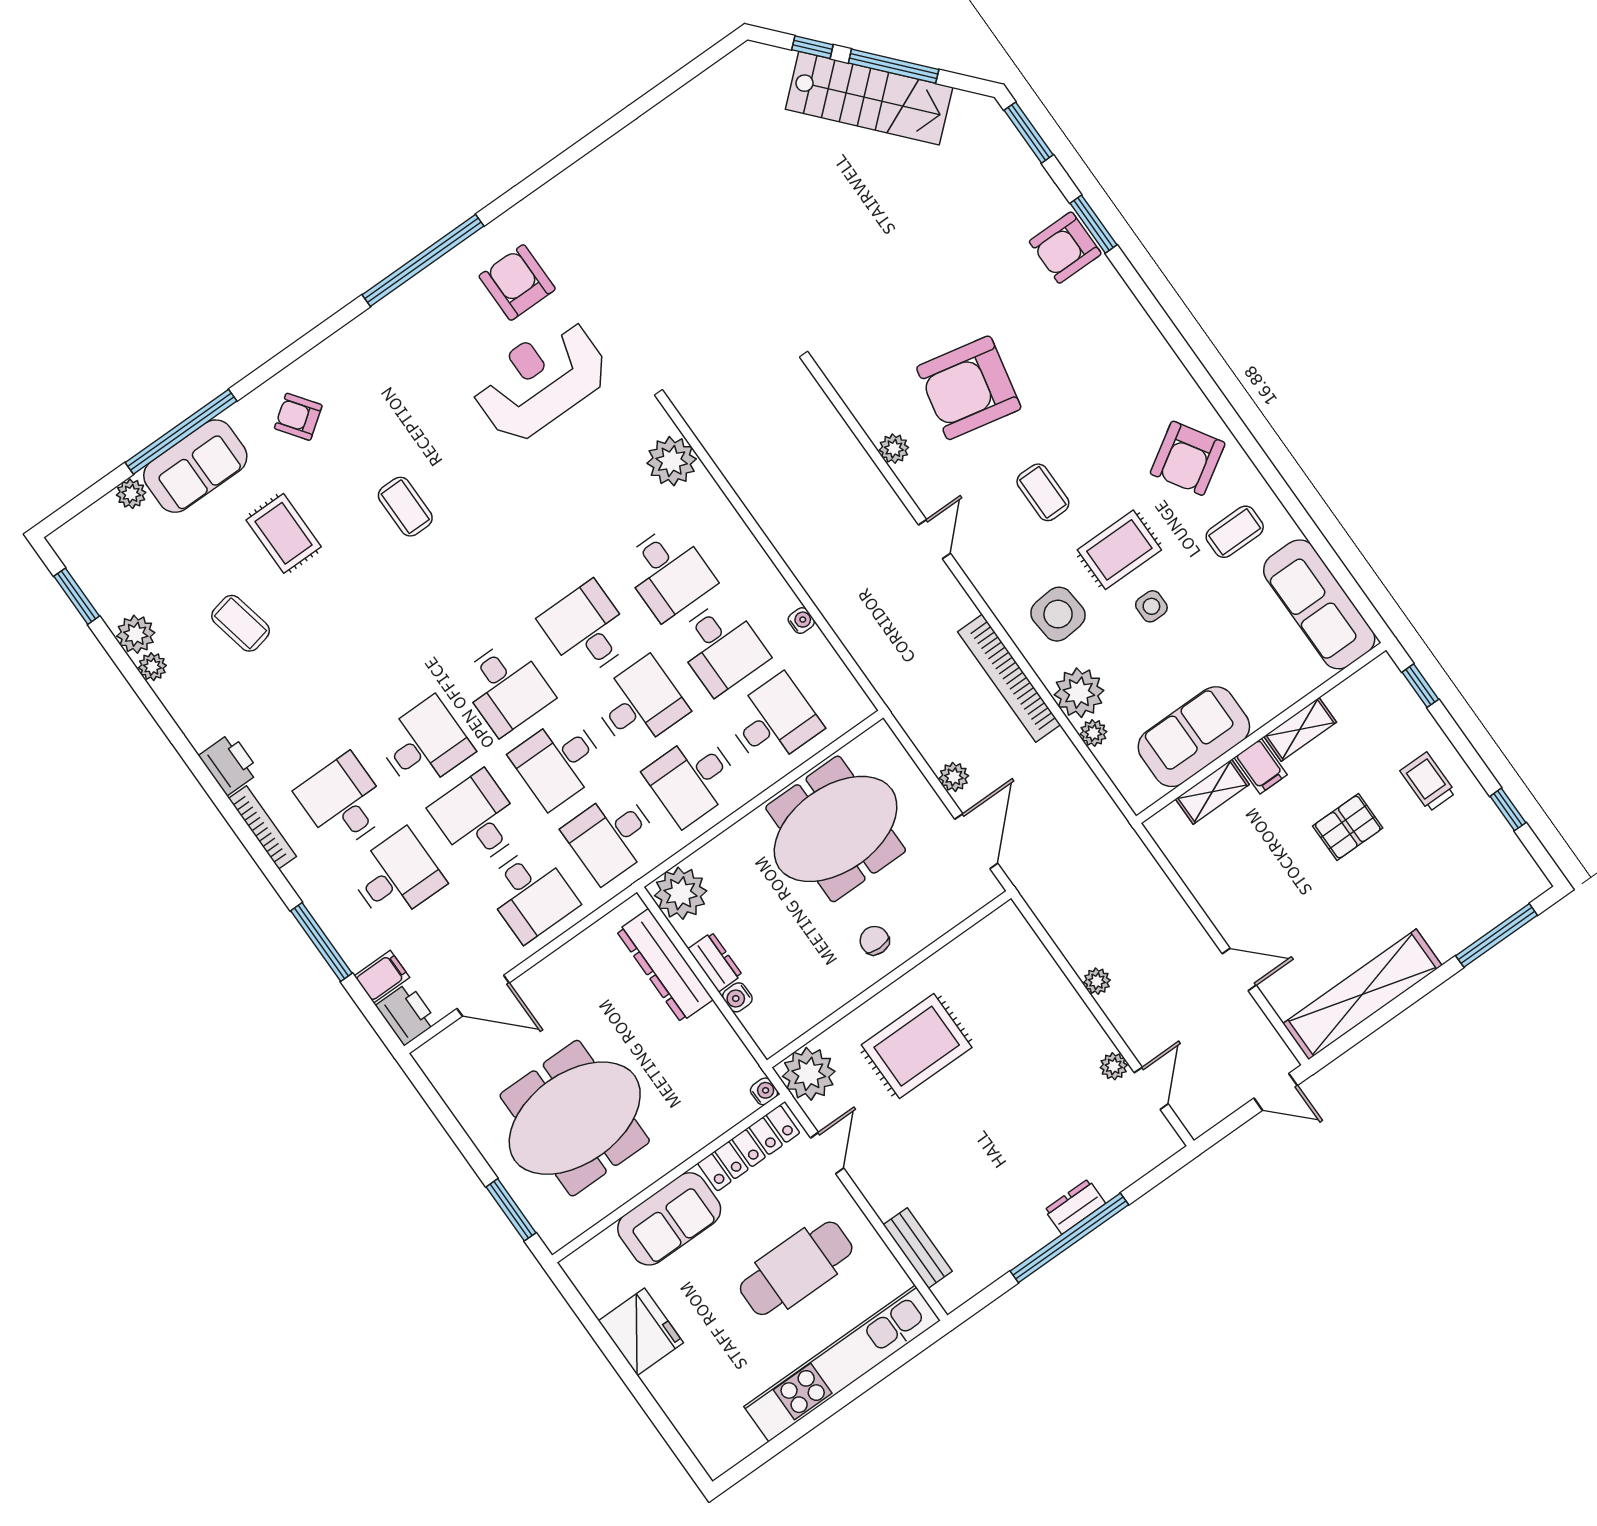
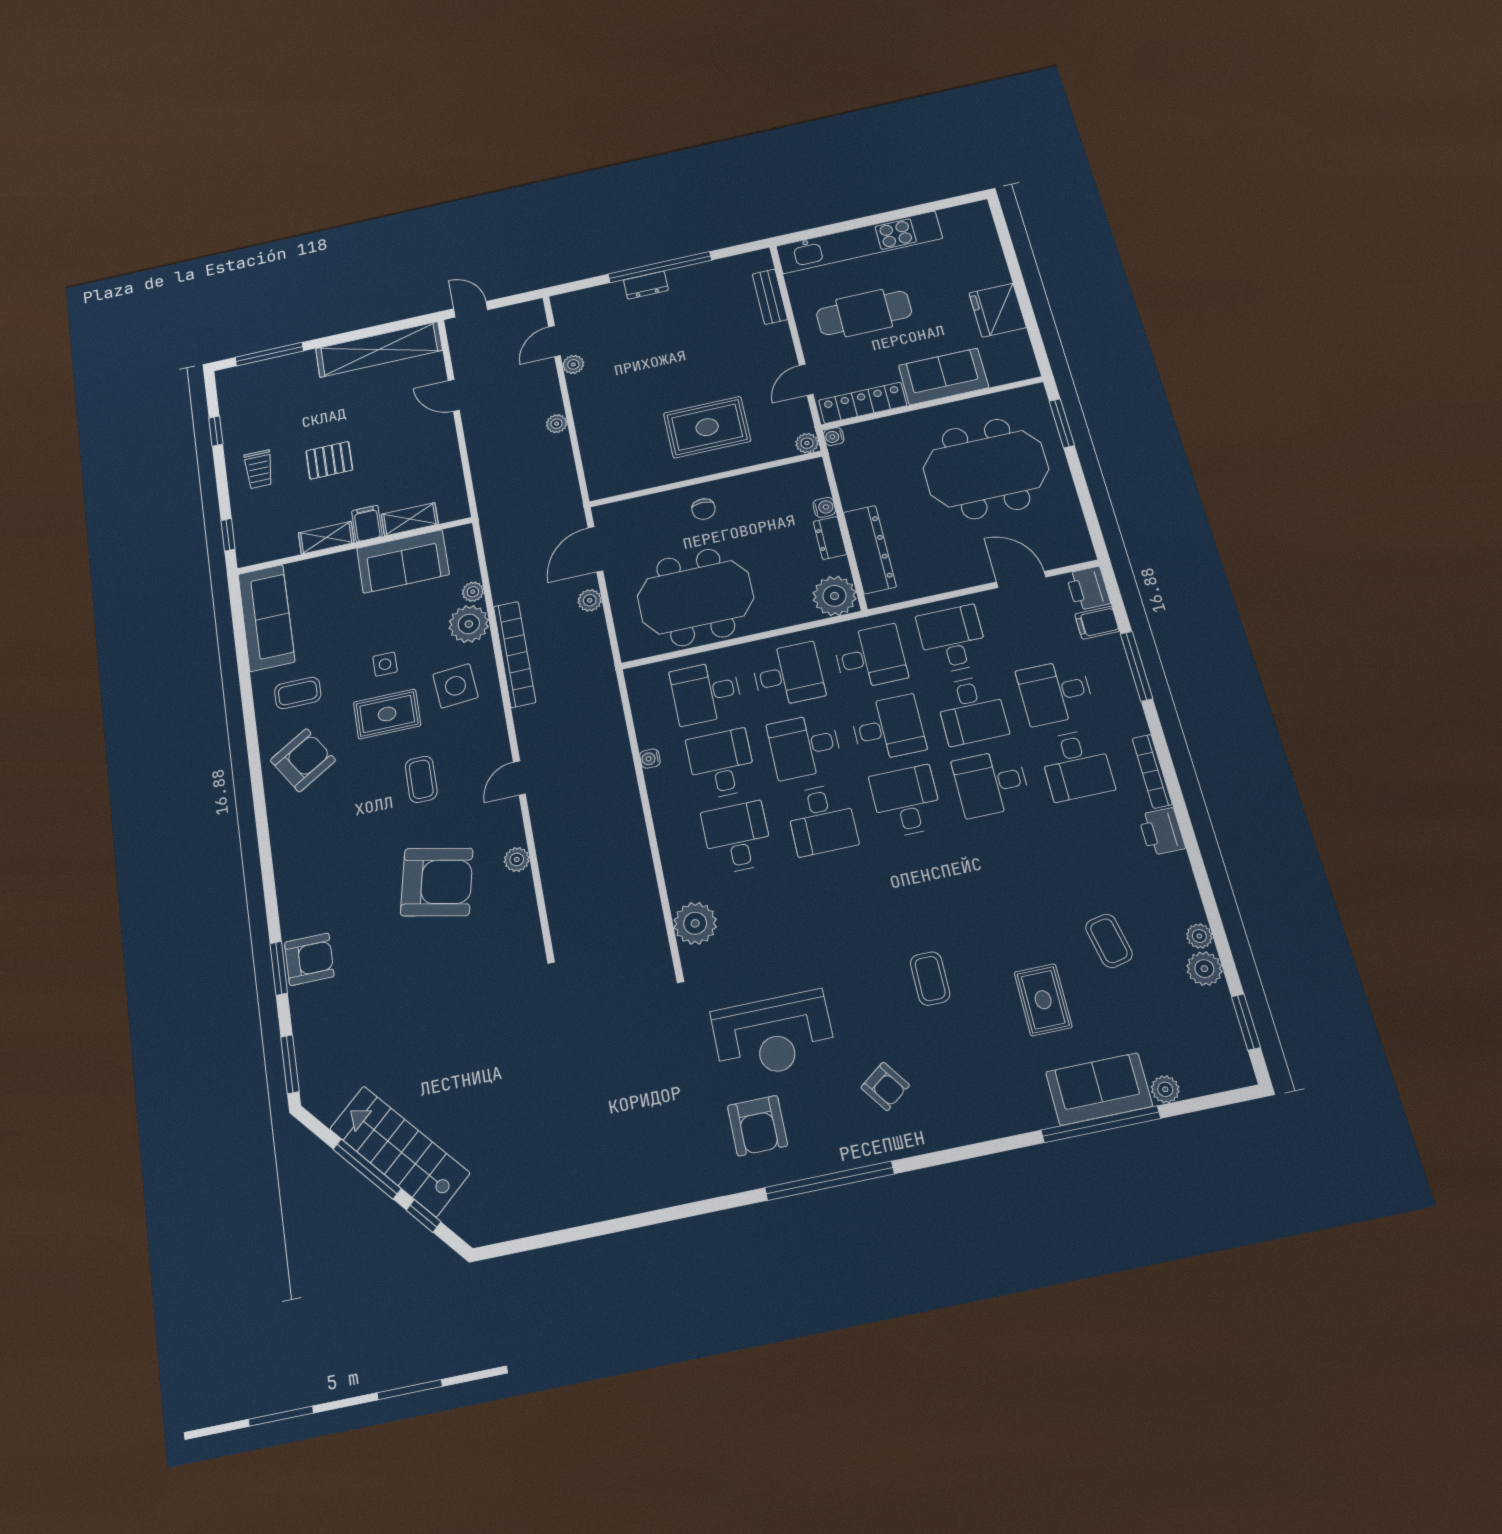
armchair: (298, 417) -> (885, 1086), moved
plant: (809, 1074) -> (807, 443), width x0.53, depth x0.53

